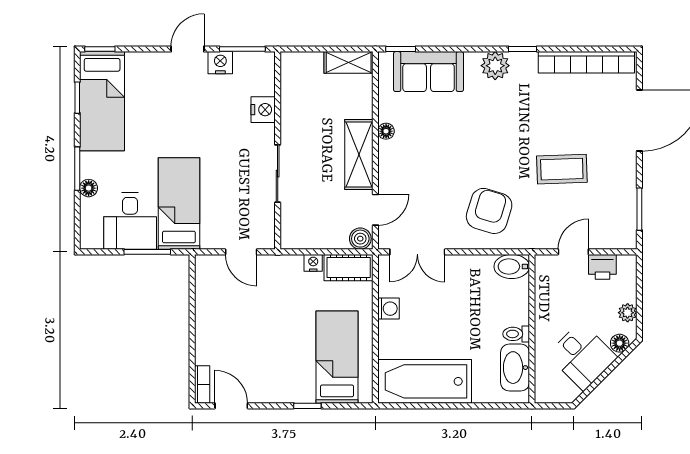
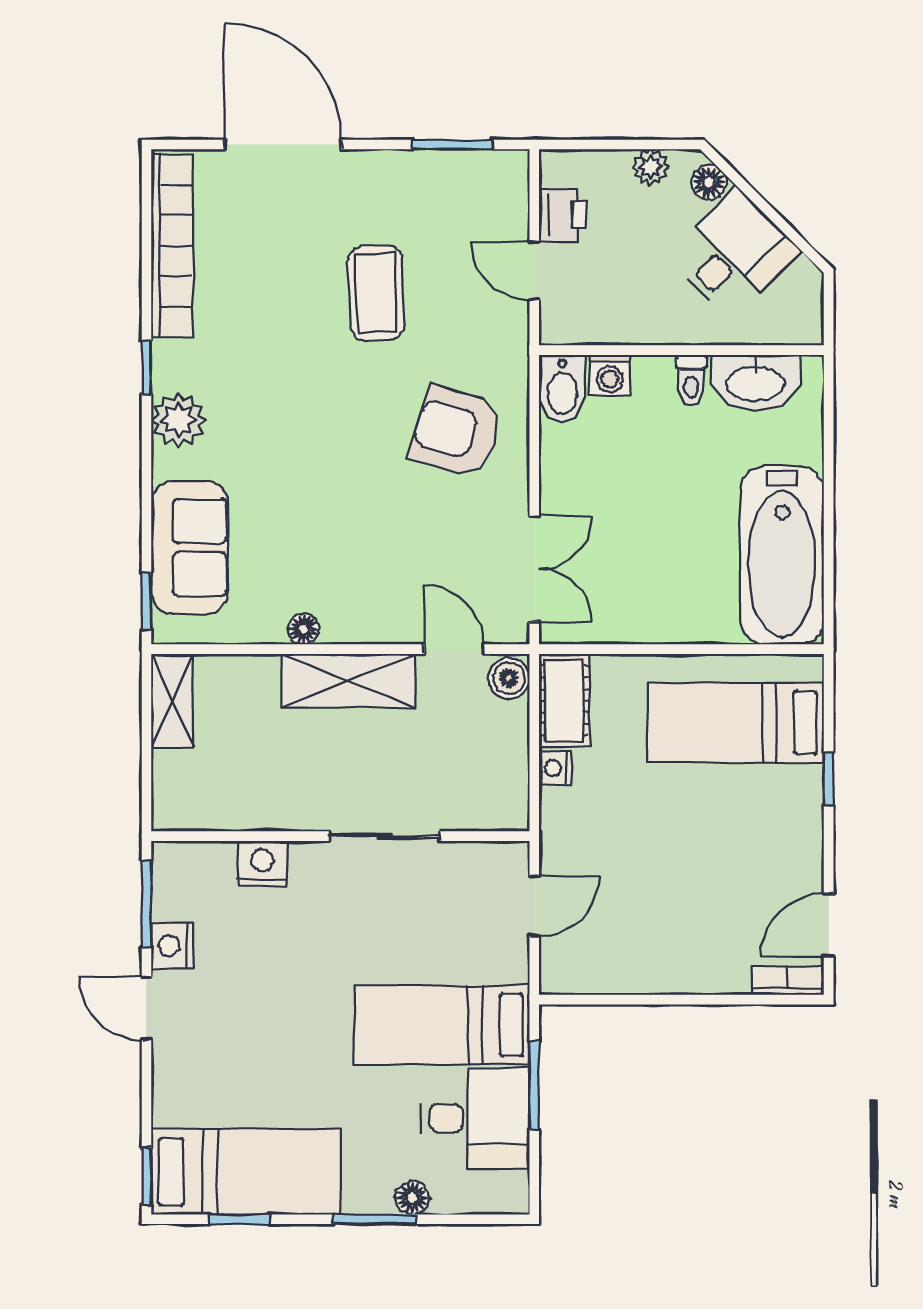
washing machine: (389, 309) -> (610, 375), moved, turned 180

